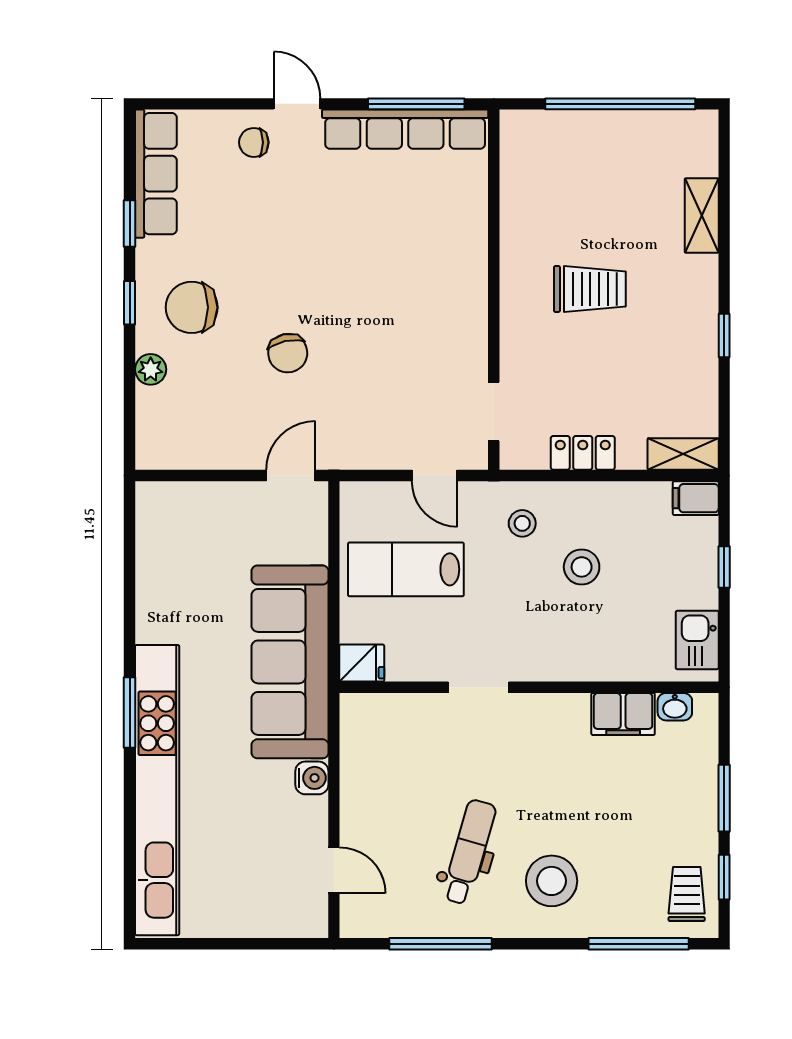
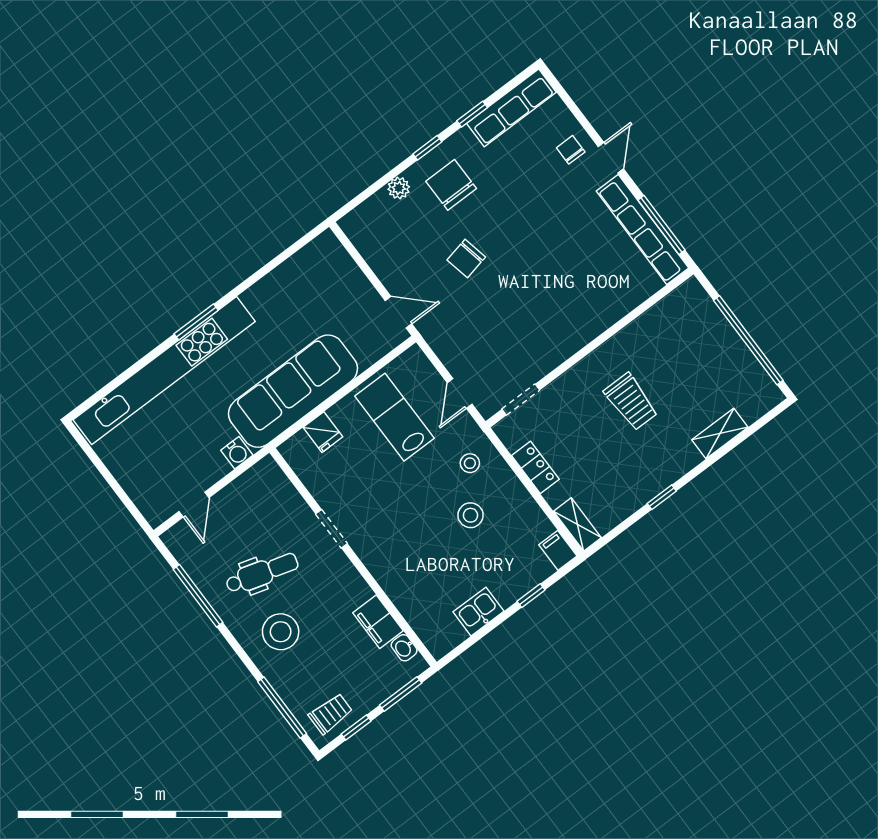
doorway: (478, 687) -> (332, 529), moved
wall: (529, 687) -> (353, 557), moved
washbasin: (675, 707) -> (404, 648), moved
filing cabinet: (623, 714) -> (378, 622), moved

